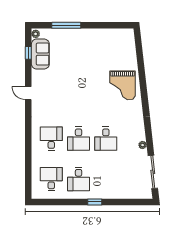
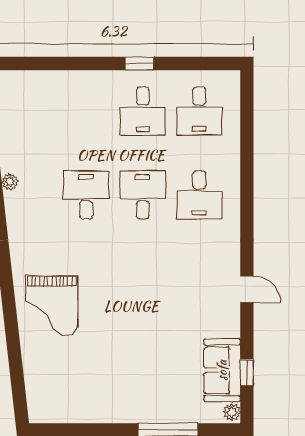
grand piano: (122, 85) -> (52, 305), turned 180
desk: (79, 179) -> (143, 111), turned 180
window: (95, 202) -> (140, 64), moved

